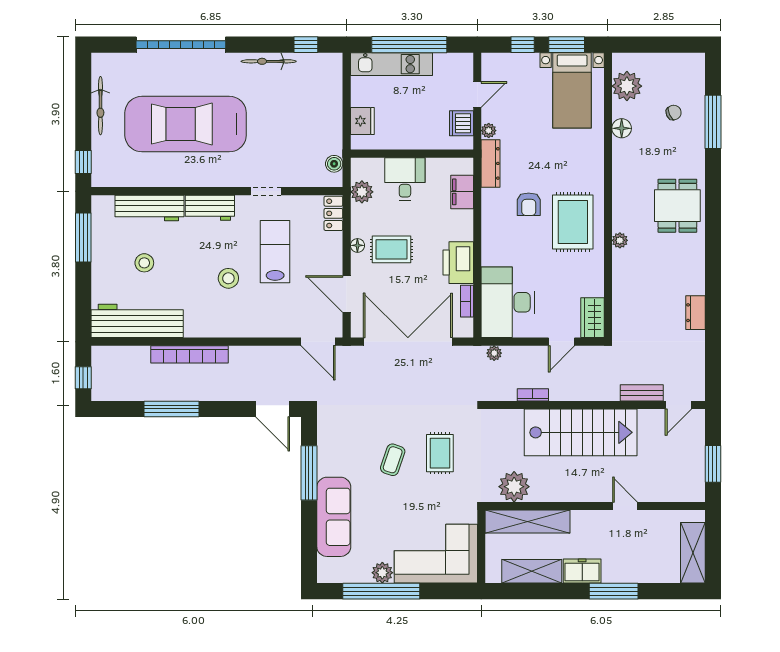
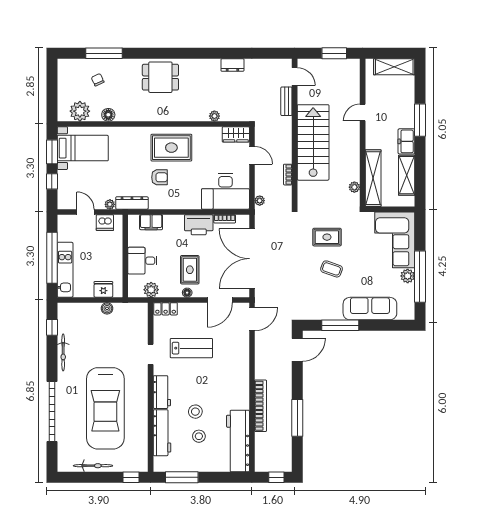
boiler: (334, 164) -> (107, 308), moved
plant: (620, 240) -> (214, 116), moved
lab bench: (275, 252) -> (191, 348), turned 180
stool: (228, 278) -> (195, 412), moved
plant: (514, 487) -> (354, 187), width x0.53, depth x0.53

